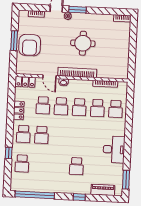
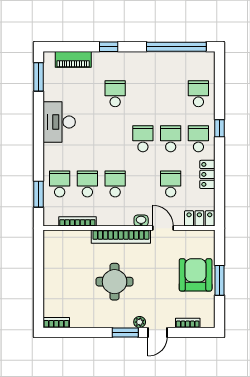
window: (130, 103) -> (39, 194), added
school desk: (61, 106) -> (143, 139), moved
window: (9, 153) -> (220, 128), moved

